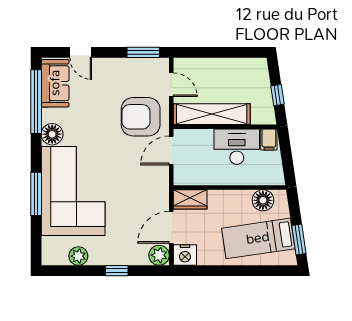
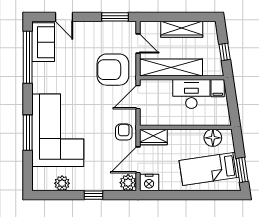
wardrobe: (225, 67) -> (182, 29), added
floor lamp: (52, 134) -> (41, 84), removed
armchair: (154, 193) -> (124, 132), added

